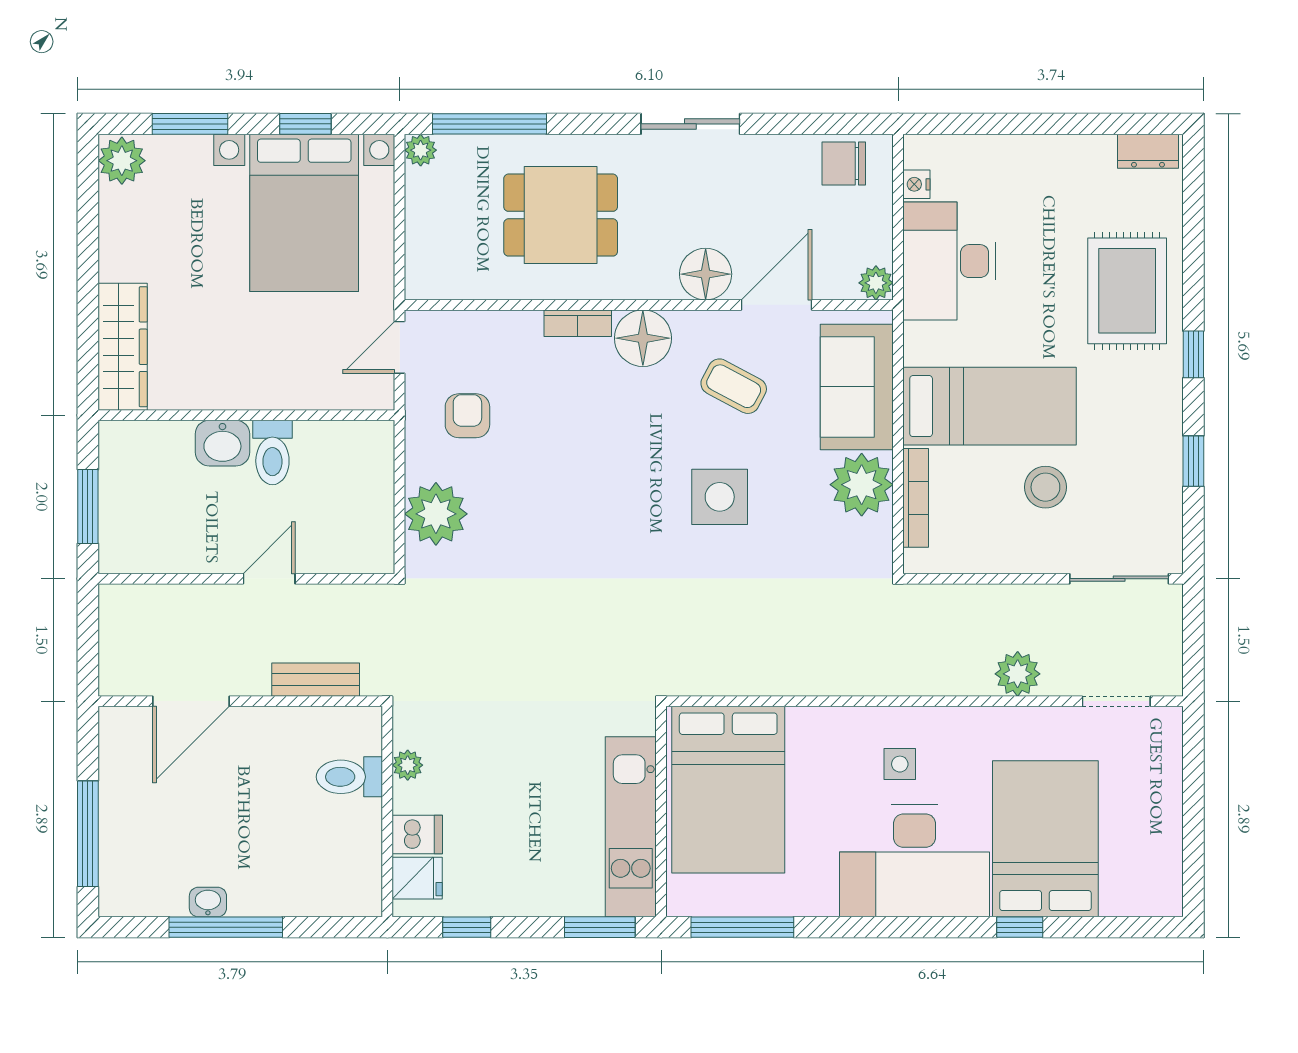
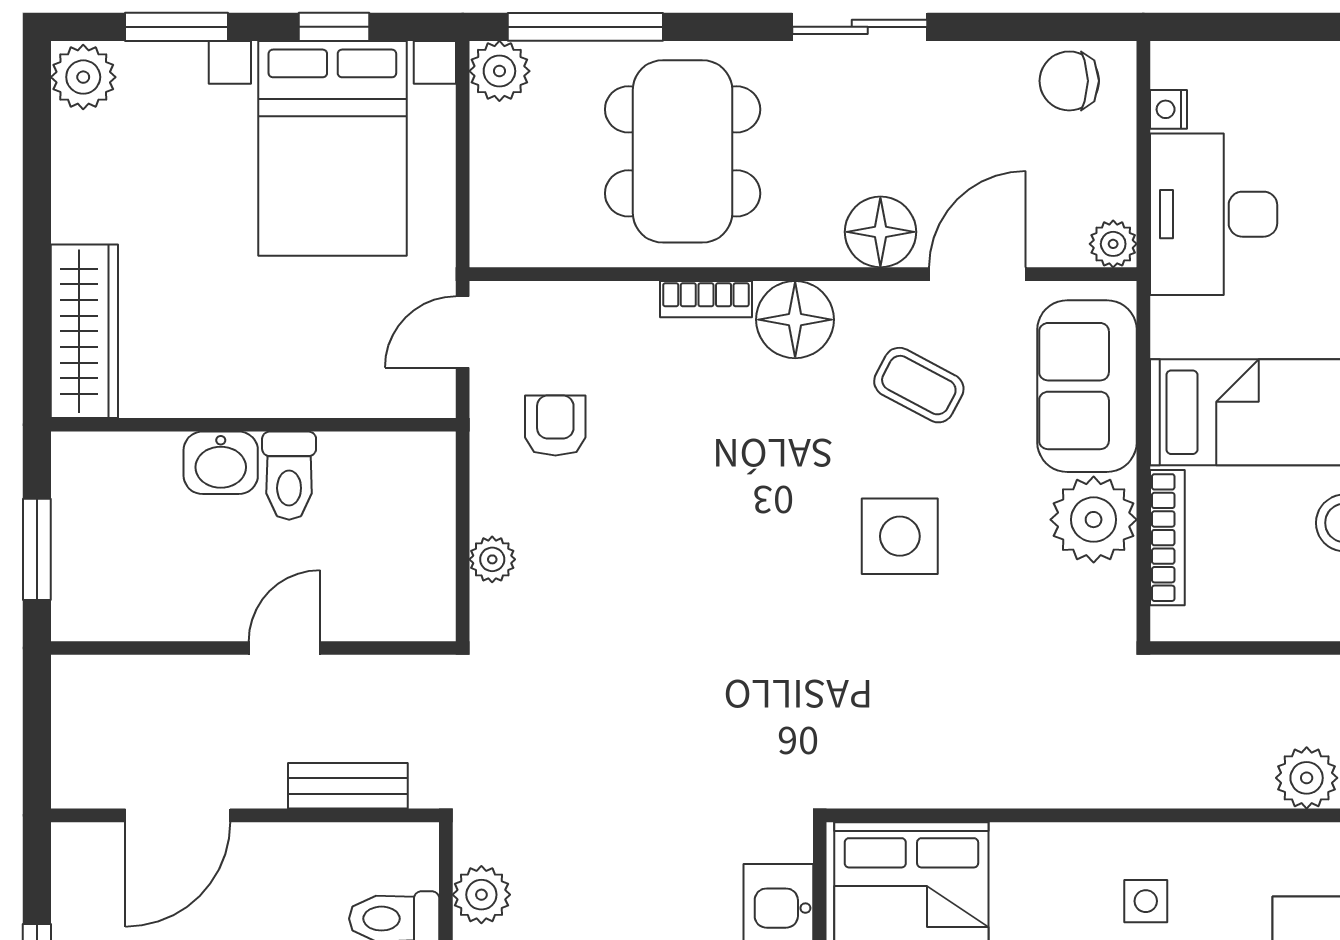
plant: (421, 150) -> (499, 71), width x1.38, depth x1.38
dining table: (561, 215) -> (683, 151), width x1.37
plant: (436, 514) -> (492, 559), width x0.53, depth x0.53
plant: (408, 765) -> (481, 895), width x1.38, depth x1.38

